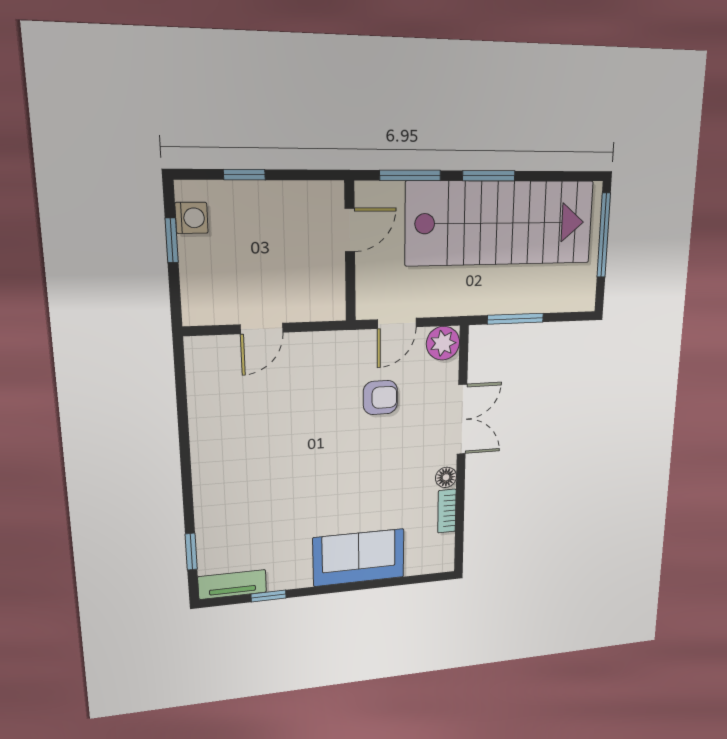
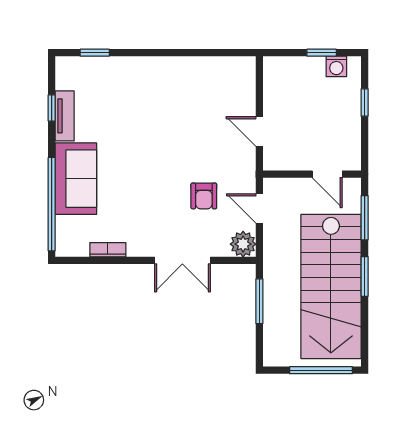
door: (262, 328) -> (259, 132), moved
floor lamp: (446, 477) -> (136, 248), removed
window: (391, 582) -> (52, 204), added
tv unit: (232, 584) -> (65, 116), moved

